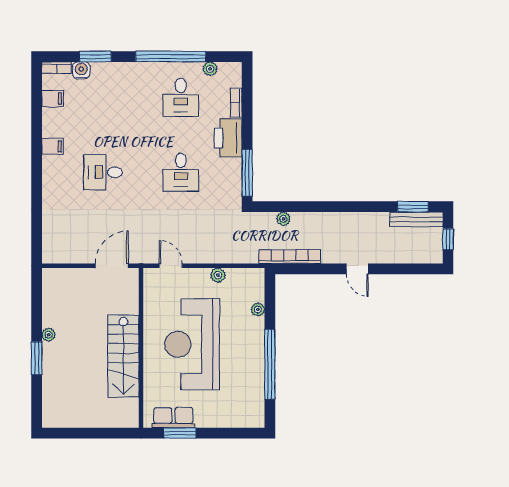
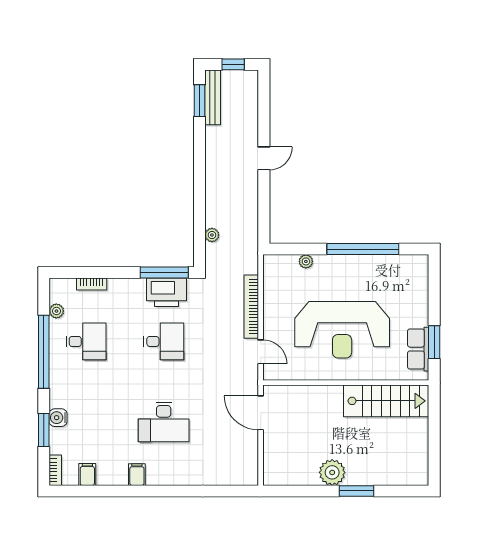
water cooler: (81, 70) -> (58, 418), moved
printer: (228, 138) -> (166, 292), moved
desk: (103, 172) -> (164, 422), width x1.37
bookcase: (290, 257) -> (251, 307), moved
door: (171, 266) -> (261, 352), swing flipped
plant: (218, 275) -> (270, 303), removed
plant: (49, 335) -> (332, 472), width x1.87, depth x1.87
stairs: (123, 356) -> (386, 401), moved

